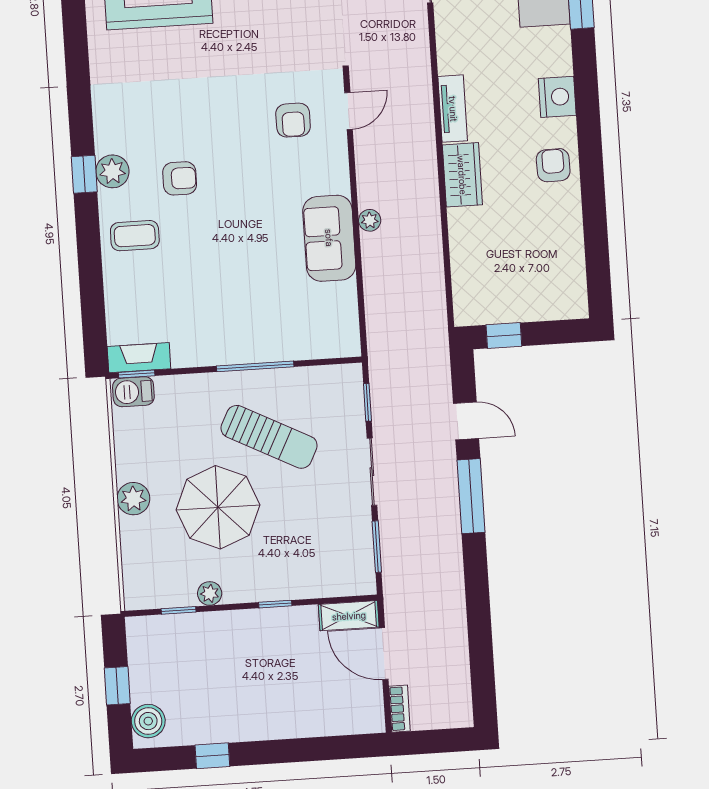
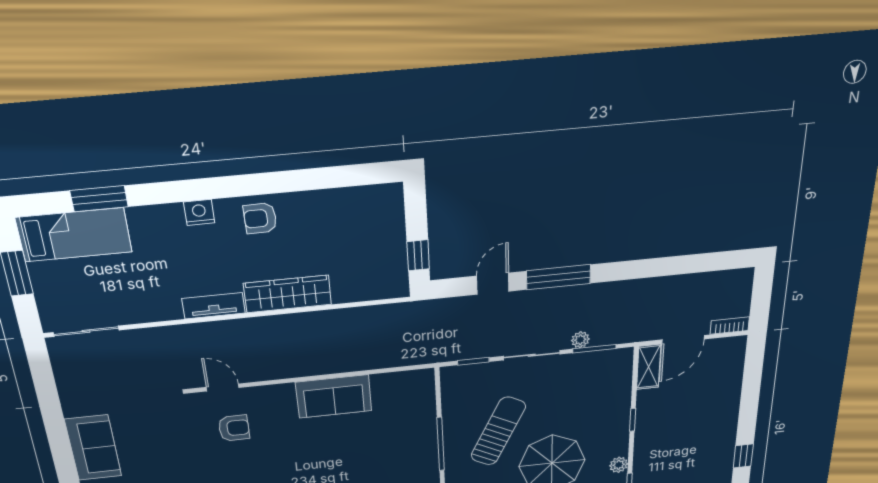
nightstand: (557, 97) -> (199, 212), width x0.74, depth x0.75
wardrobe: (462, 175) -> (288, 294), width x1.50
plant: (370, 220) -> (580, 340), moved

